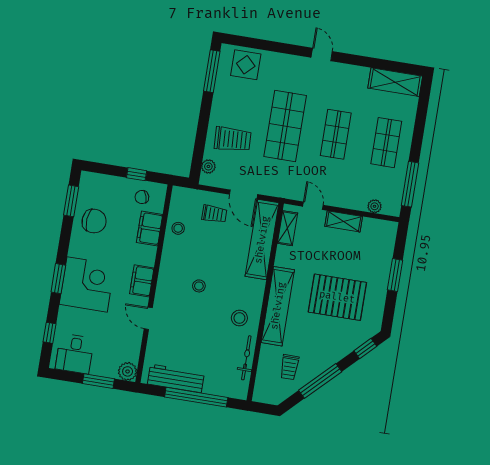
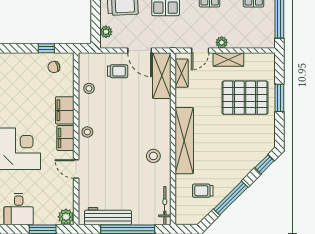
door: (313, 206) -> (200, 50), swing flipped
plant: (375, 206) -> (222, 42), moved
chair: (94, 221) -> (17, 94), removed
filing cabinet: (150, 228) -> (65, 110), moved
shelving: (262, 240) -> (162, 76), width x0.68
stool: (199, 286) -> (87, 132), moved
pallet: (337, 297) -> (245, 98), moved
bicycle: (246, 358) -> (165, 206), moved
trolley: (289, 367) -> (203, 191), turned 90

